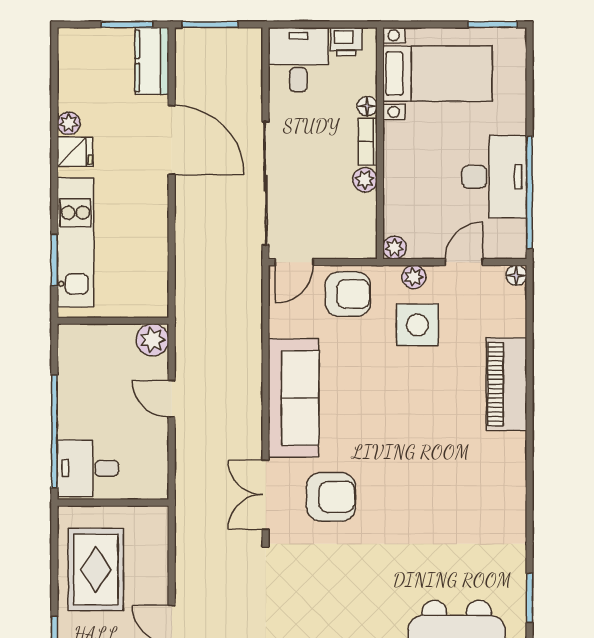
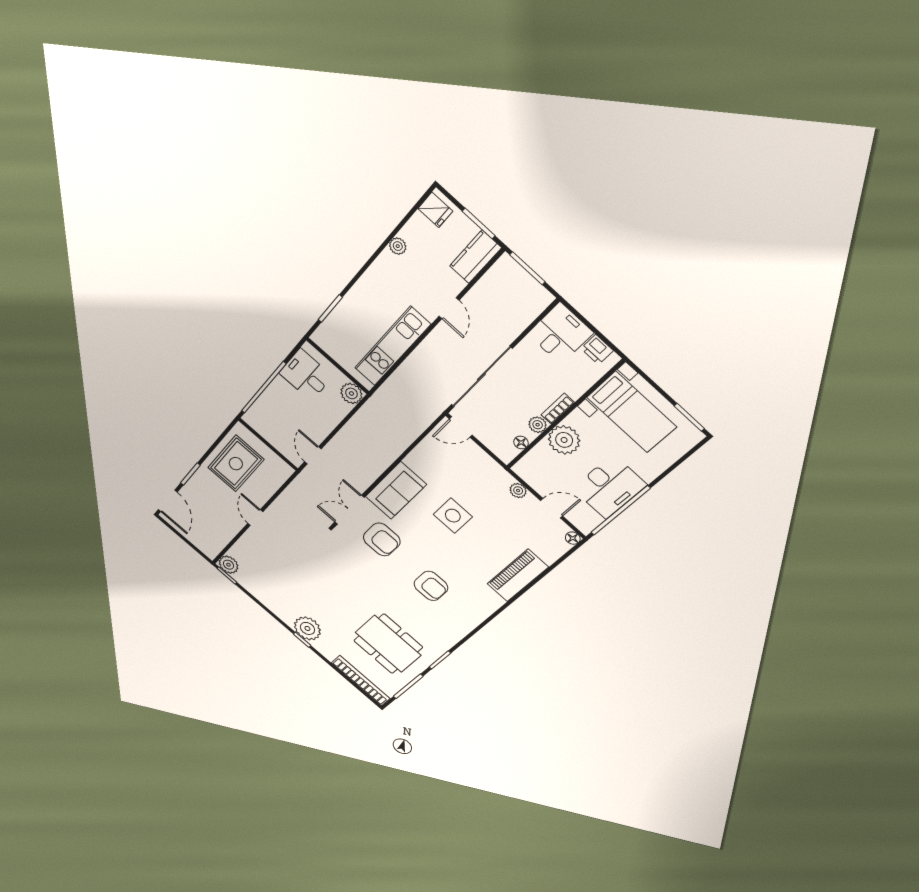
floor lamp: (367, 106) -> (521, 442), moved
door: (172, 140) -> (449, 308), width x0.53
fridge: (75, 152) -> (435, 210), moved
kitchen unit: (76, 242) -> (392, 346), moved, turned 180
plant: (394, 248) -> (564, 440), moved, width x1.87, depth x1.87
armchair: (348, 294) -> (431, 586), moved
side table: (417, 325) -> (453, 516), moved
sofa: (294, 398) -> (396, 490), width x0.73
door: (172, 399) -> (313, 455), moved
desk: (88, 468) -> (306, 375), moved

